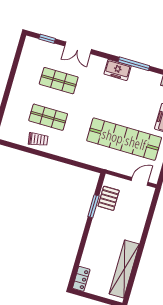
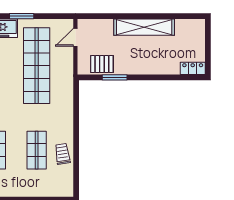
door: (140, 181) -> (75, 37), hinge flipped
shelving: (124, 269) -> (144, 27), moved

